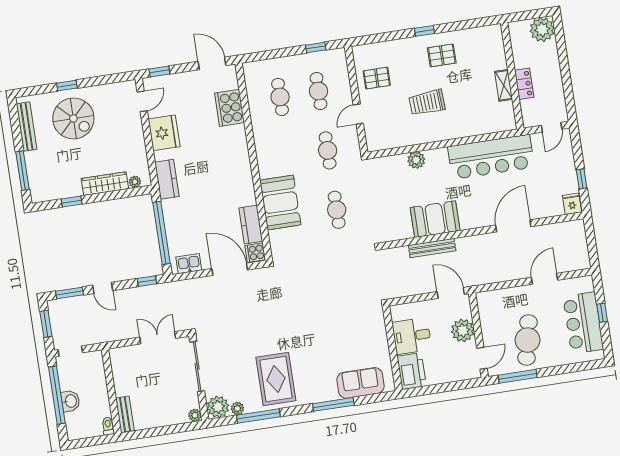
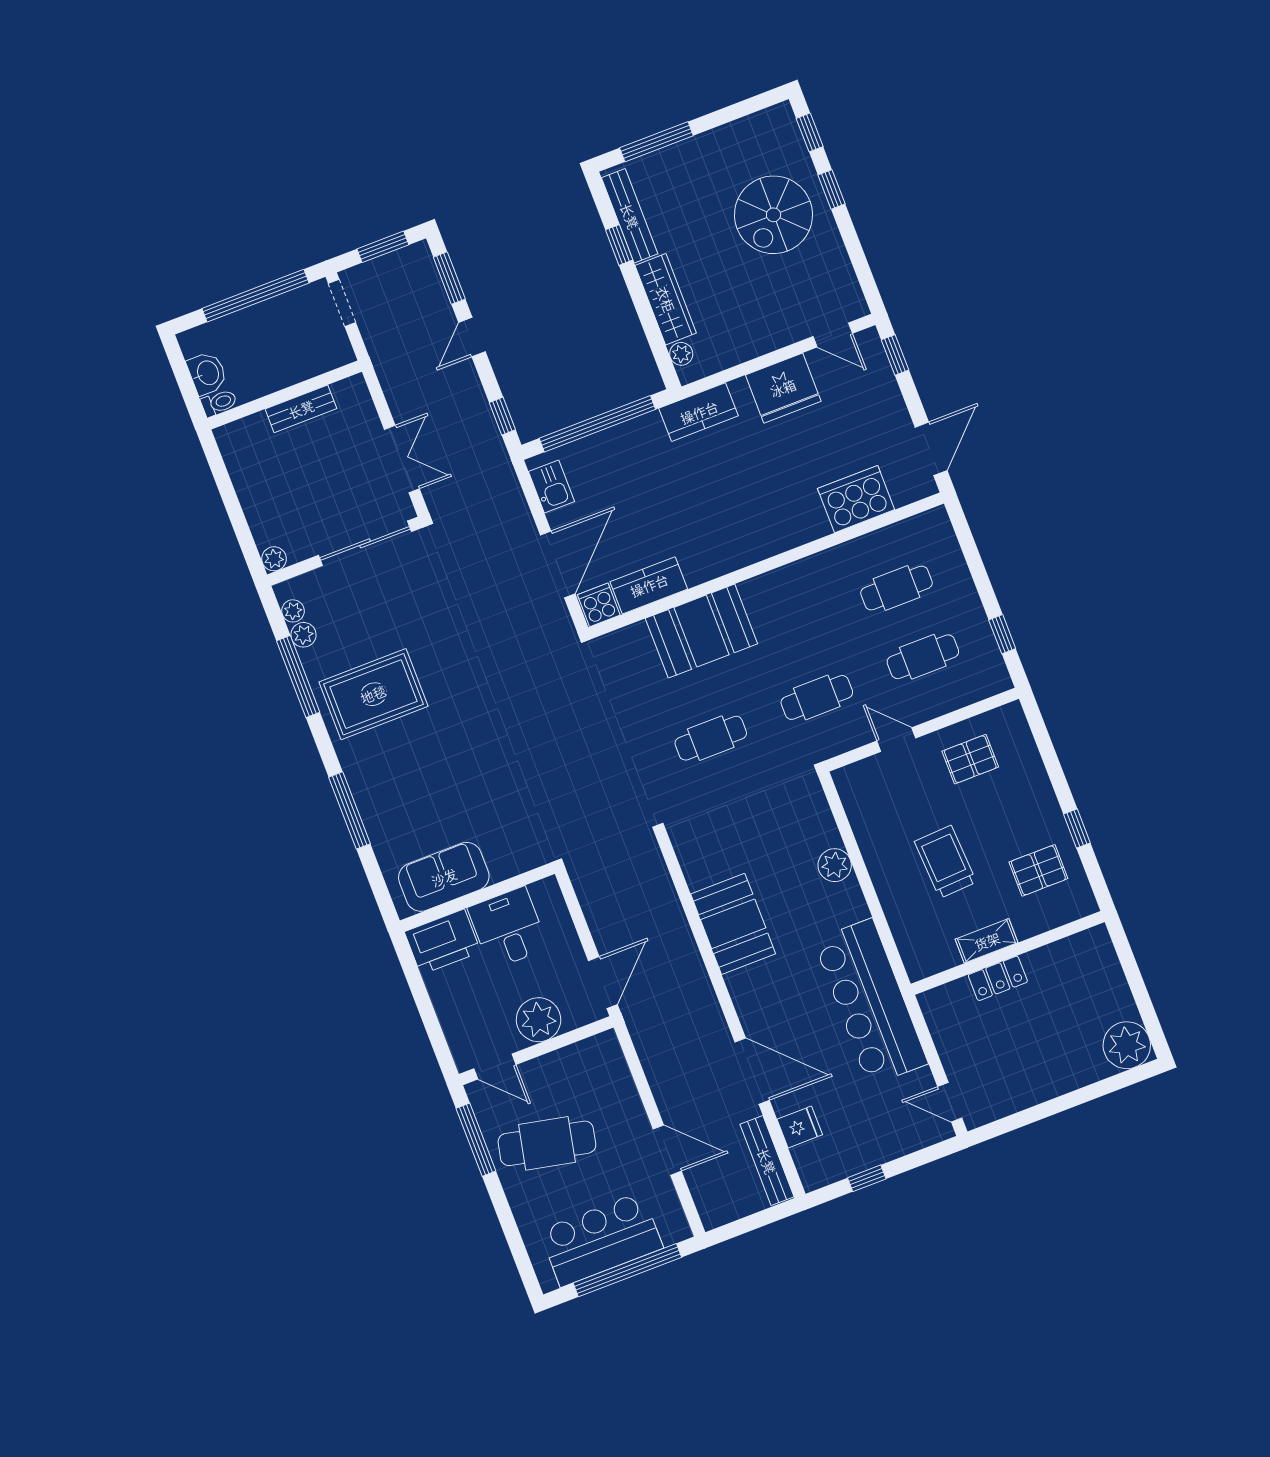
pallet: (442, 55) -> (1038, 870), turned 90
wall: (512, 76) -> (1008, 953), moved
pallet: (377, 78) -> (970, 759), turned 90
locker: (524, 84) -> (998, 978), moved
shelving: (504, 85) -> (987, 941), moved
window: (35, 90) -> (810, 132), added
bench: (27, 127) -> (630, 216), moved, turned 90
fridge: (572, 204) -> (800, 1127), moved
bench: (432, 248) -> (767, 1161), moved
window: (602, 313) -> (627, 1270), width x3.17
sofa: (360, 383) -> (444, 877), moved, turned -90
washbasin: (70, 401) -> (207, 373), moved, turned -90
plant: (218, 407) -> (293, 611), width x0.53, depth x0.53
bench: (125, 414) -> (301, 409), moved

